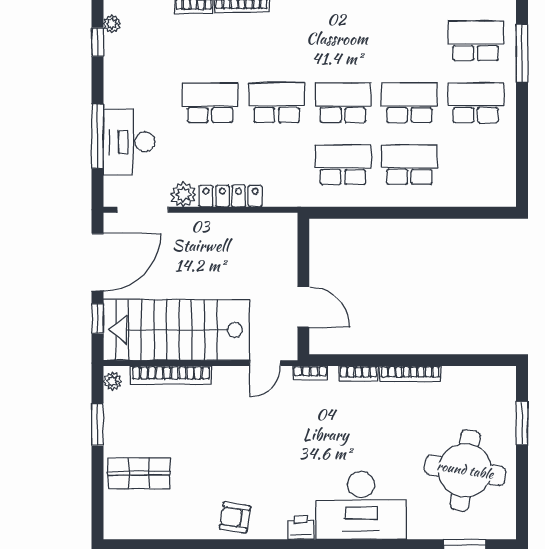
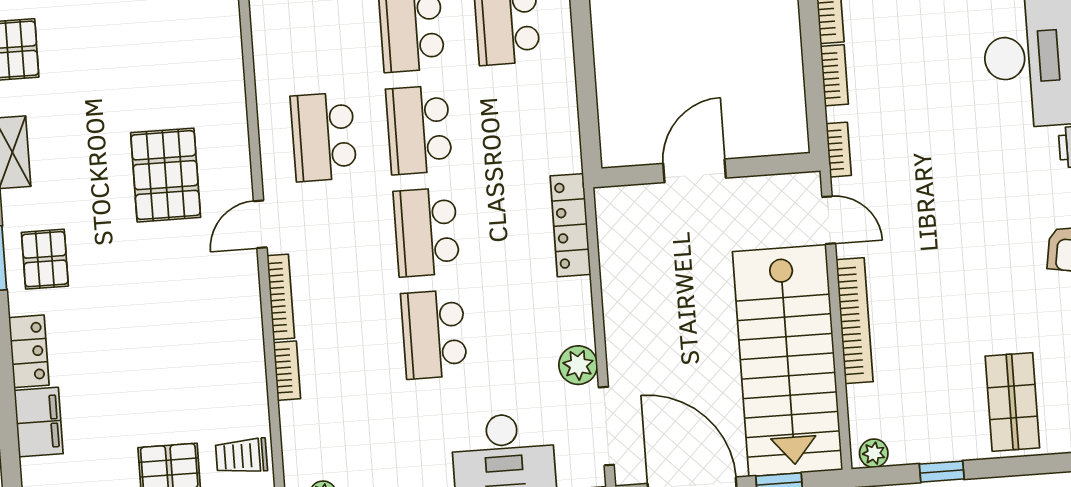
school desk: (343, 165) -> (324, 137), moved
locker: (231, 196) -> (570, 225), moved
door: (303, 307) -> (695, 171), moved
bookcase: (171, 375) -> (855, 321), moved
window: (97, 424) -> (942, 472), width x0.67

